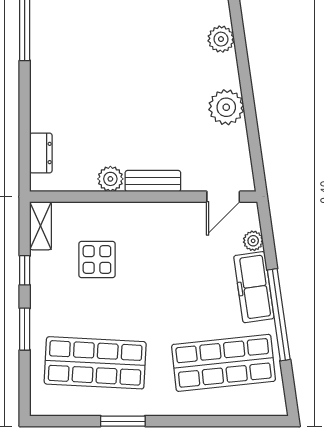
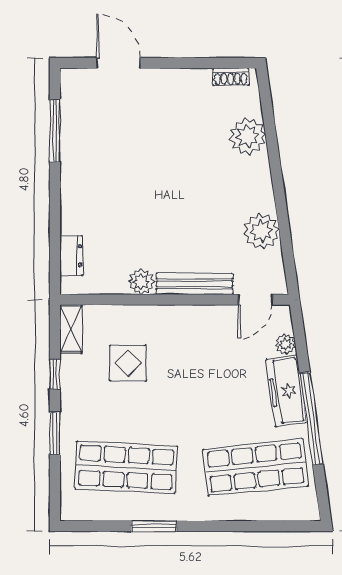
plant: (221, 39) -> (248, 136), width x1.36, depth x1.36
plant: (226, 107) -> (261, 231), moved
bench: (153, 181) -> (195, 284), width x1.36

